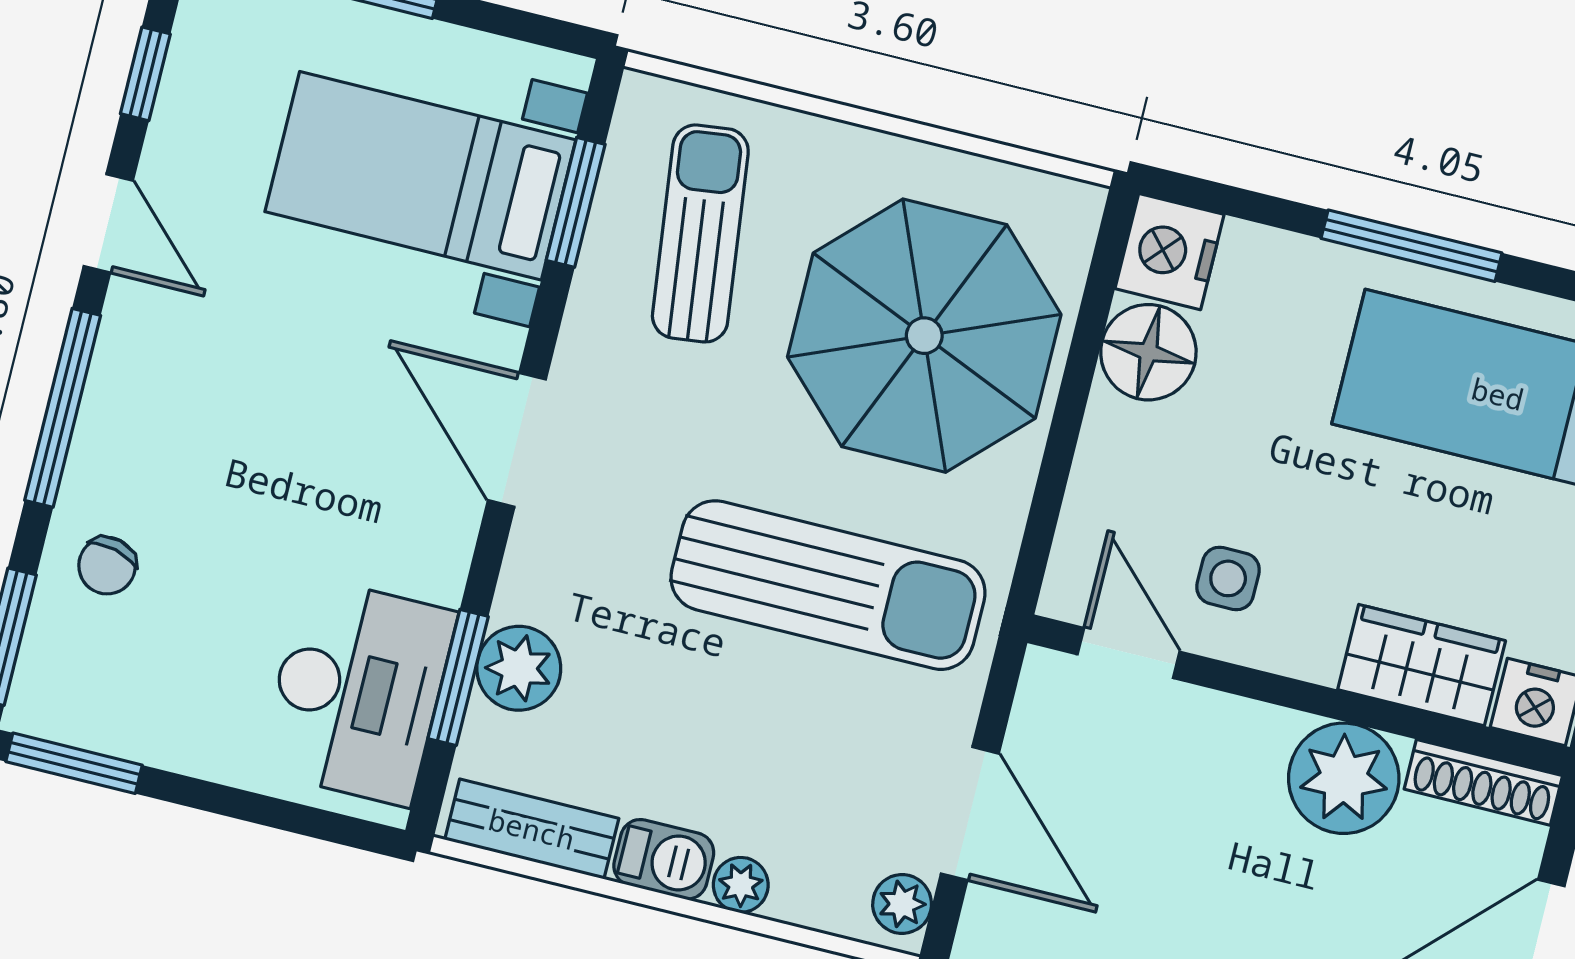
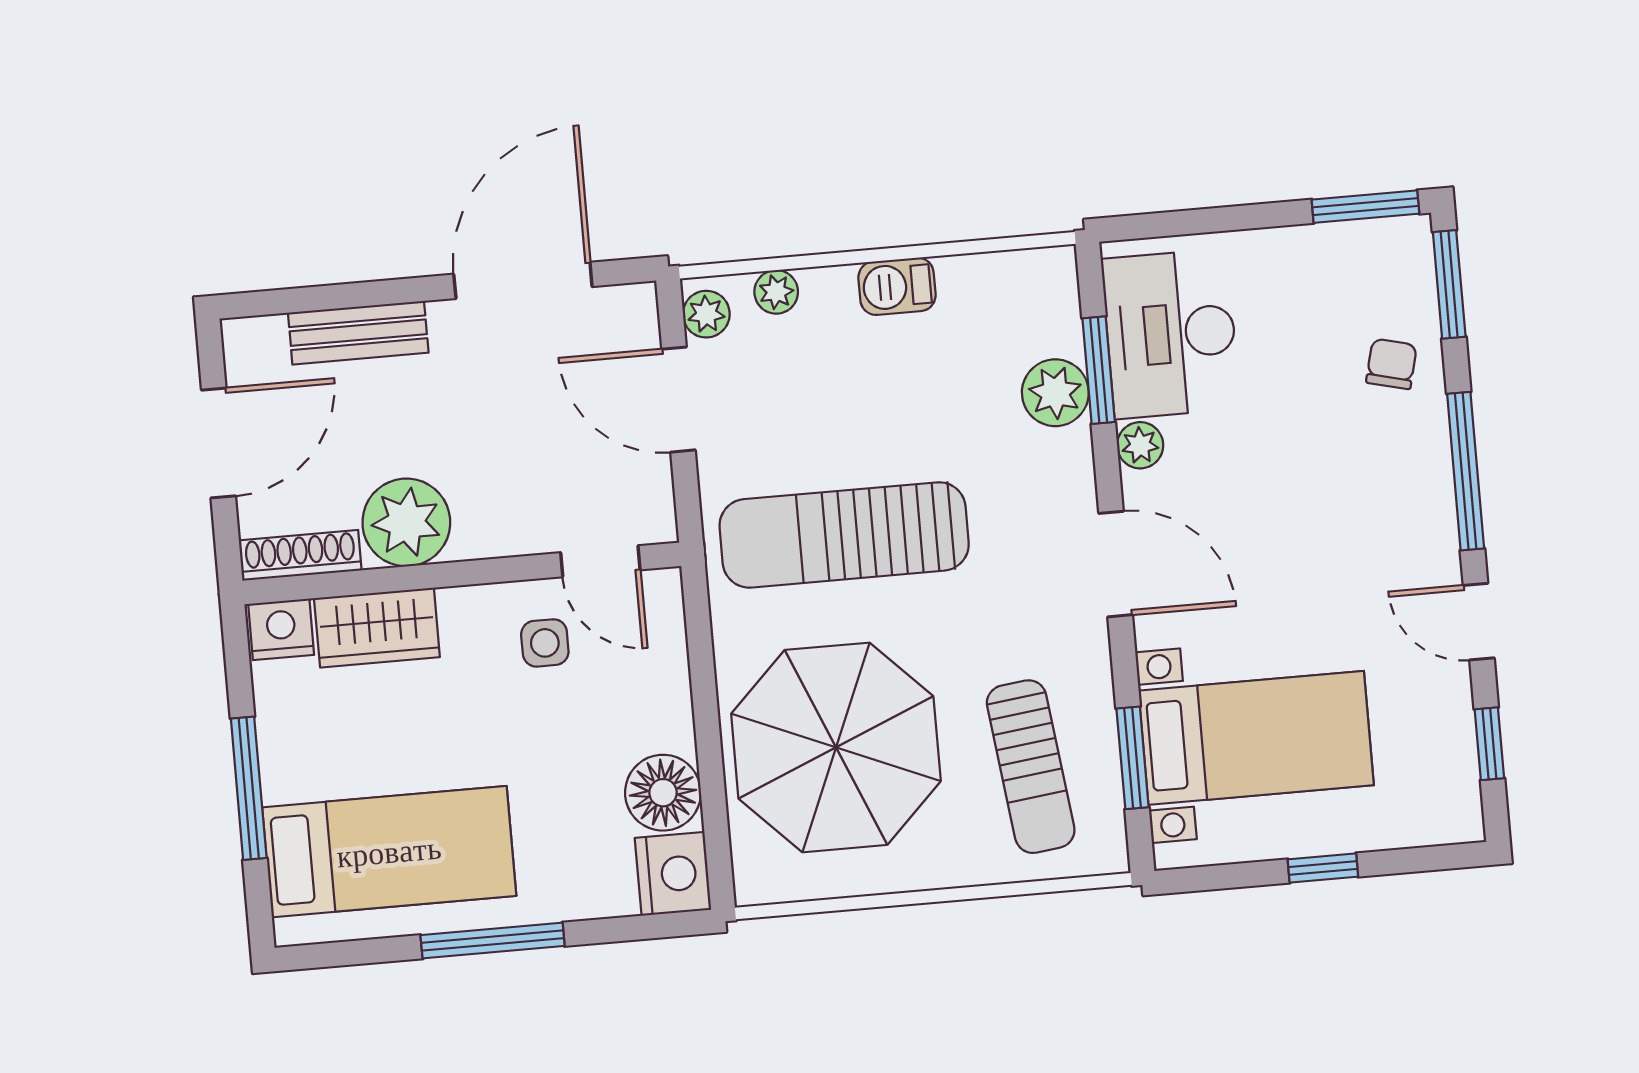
plant: (439, 571) -> (1140, 445), added
bench: (532, 829) -> (1004, 275), removed
plant: (741, 885) -> (776, 292), moved

